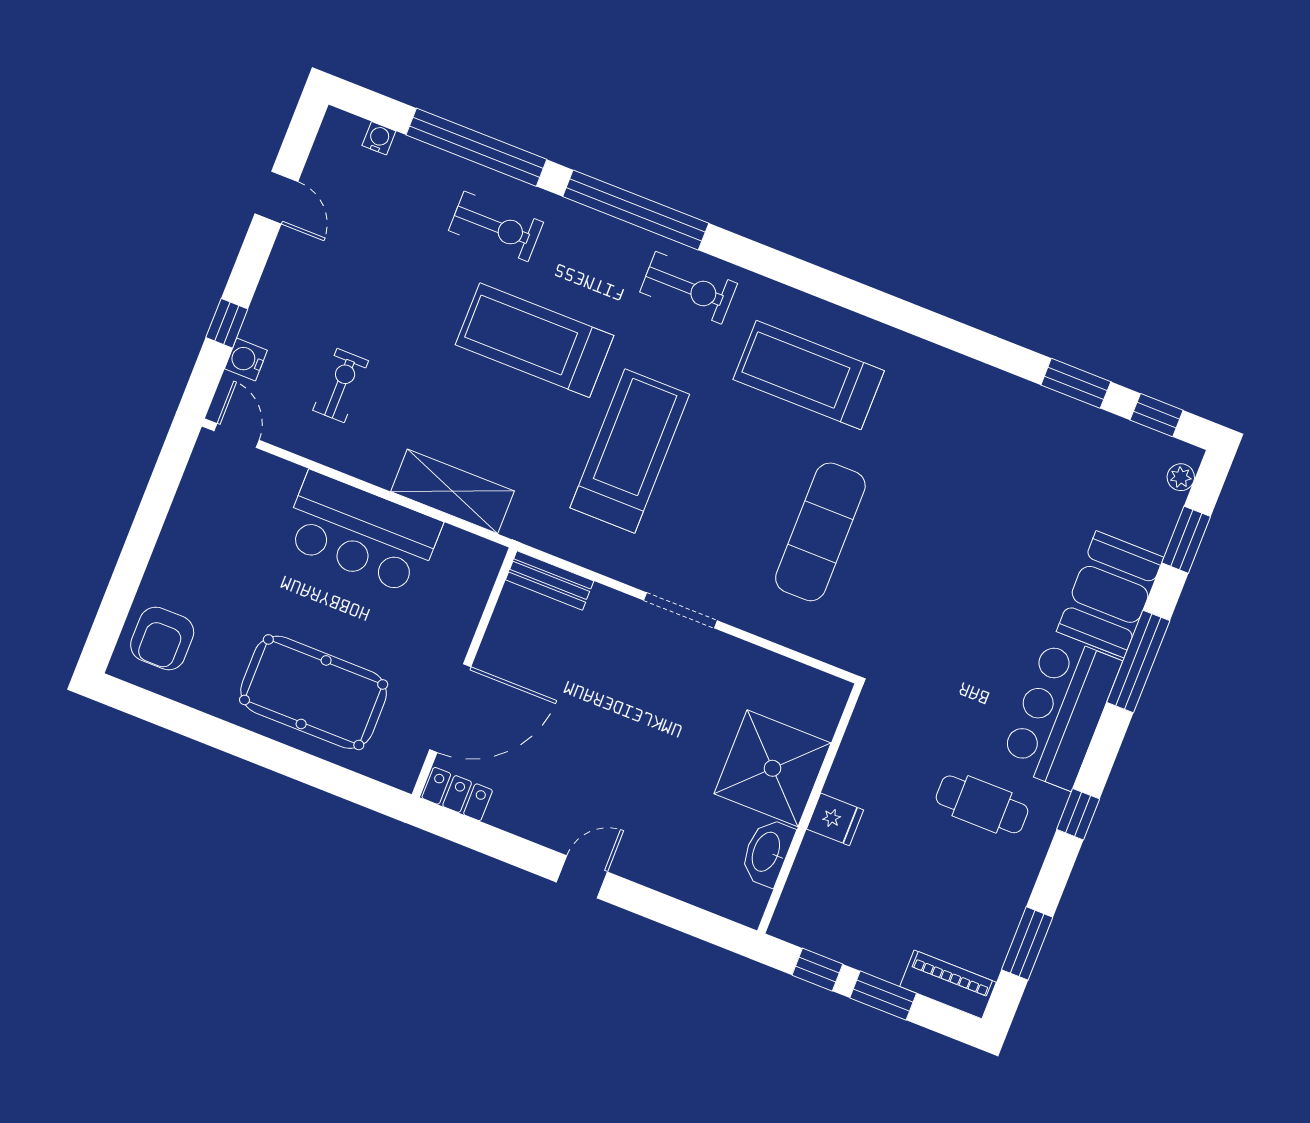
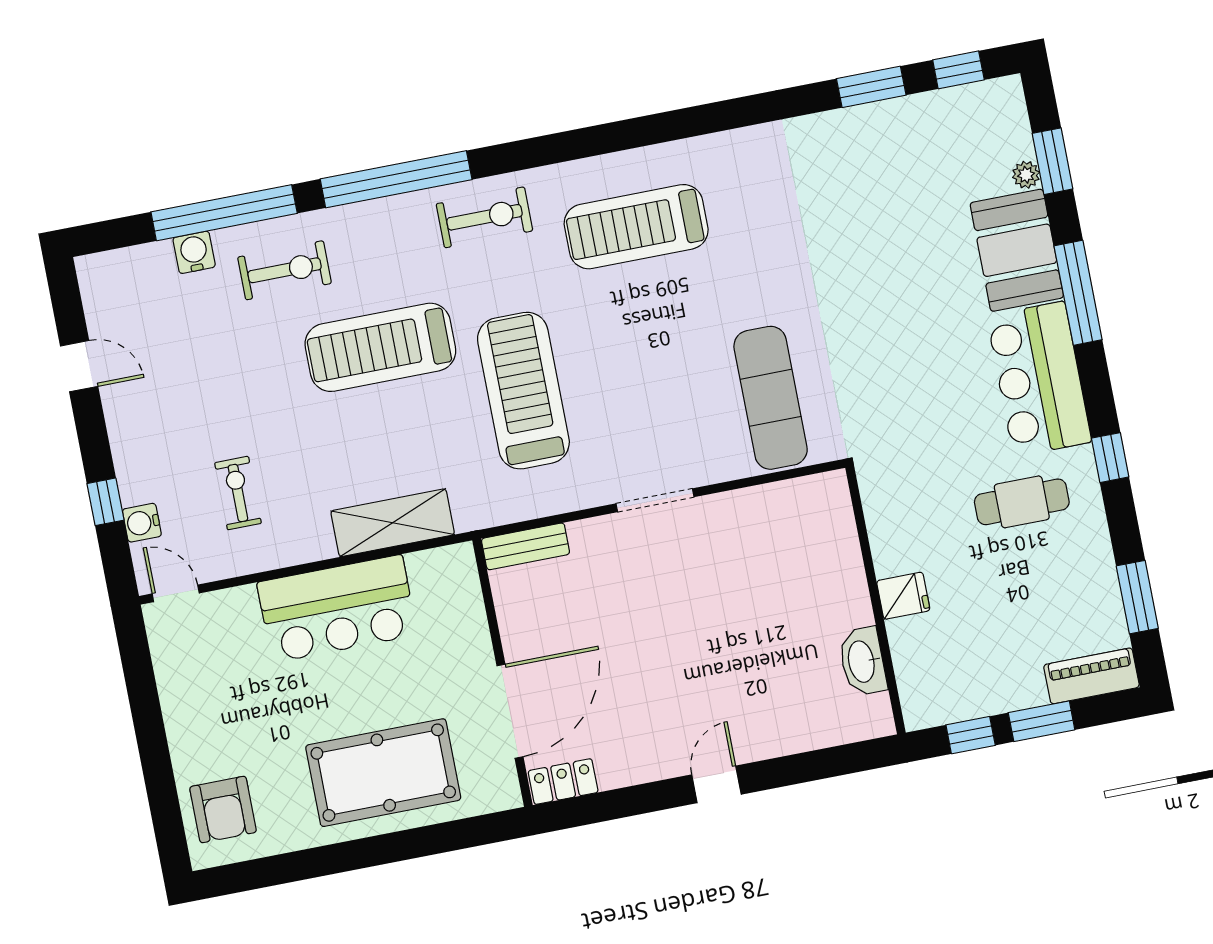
water cooler: (379, 138) -> (194, 252), moved, width x1.38, depth x1.38
plant: (1181, 477) -> (1026, 175), moved
exercise mat: (820, 532) -> (771, 398), moved
shower: (772, 768) -> (821, 586), removed

